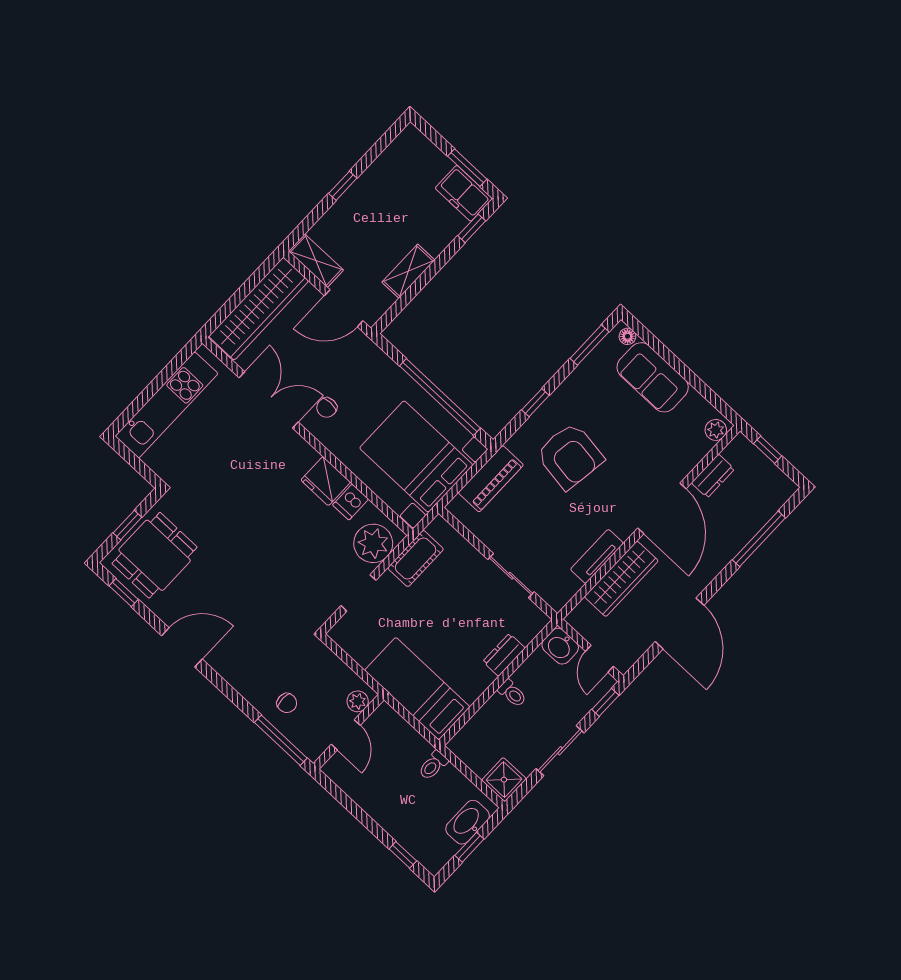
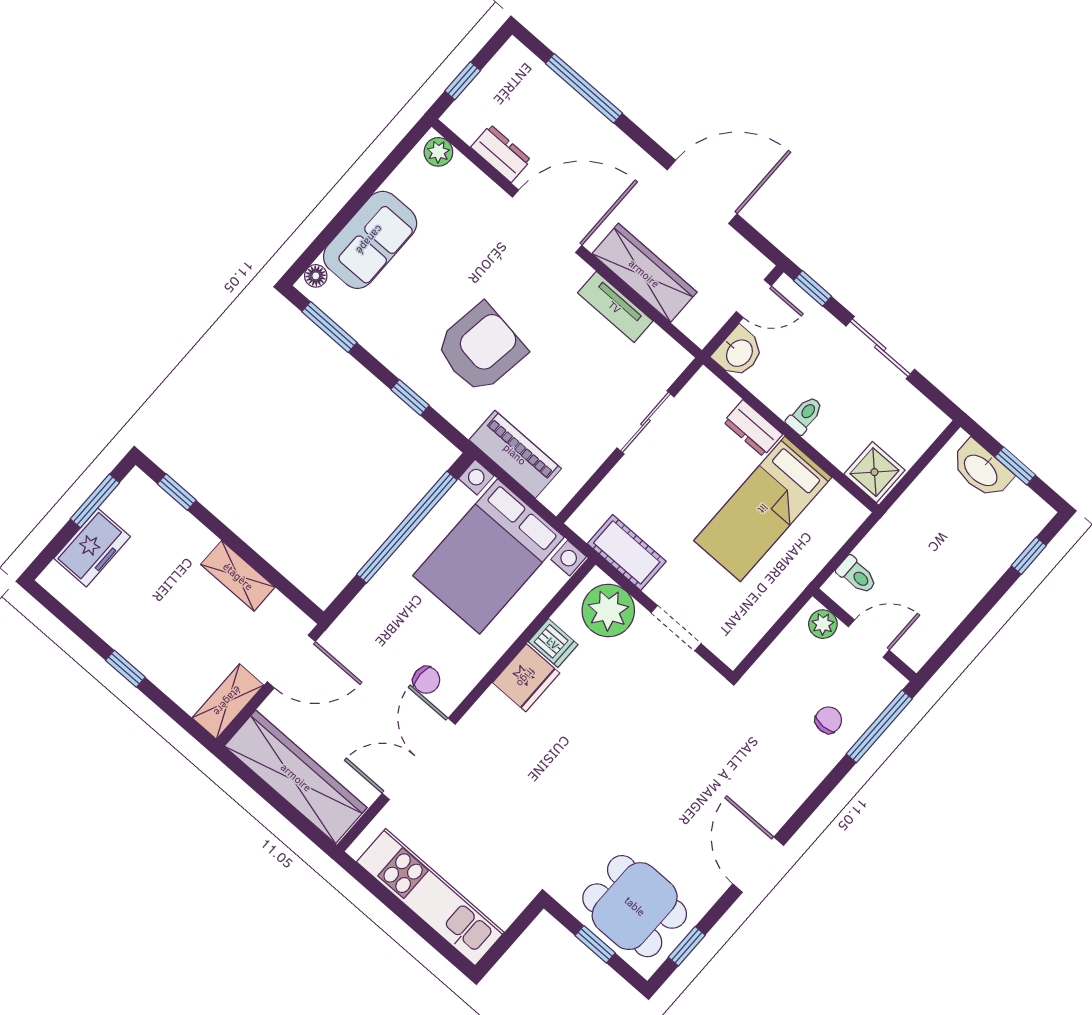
freezer: (464, 193) -> (92, 548), moved
door: (344, 308) -> (291, 662), hinge flipped
bed: (417, 689) -> (763, 509), moved
toilet: (433, 765) -> (857, 575), moved
shower: (504, 780) -> (874, 472), moved

